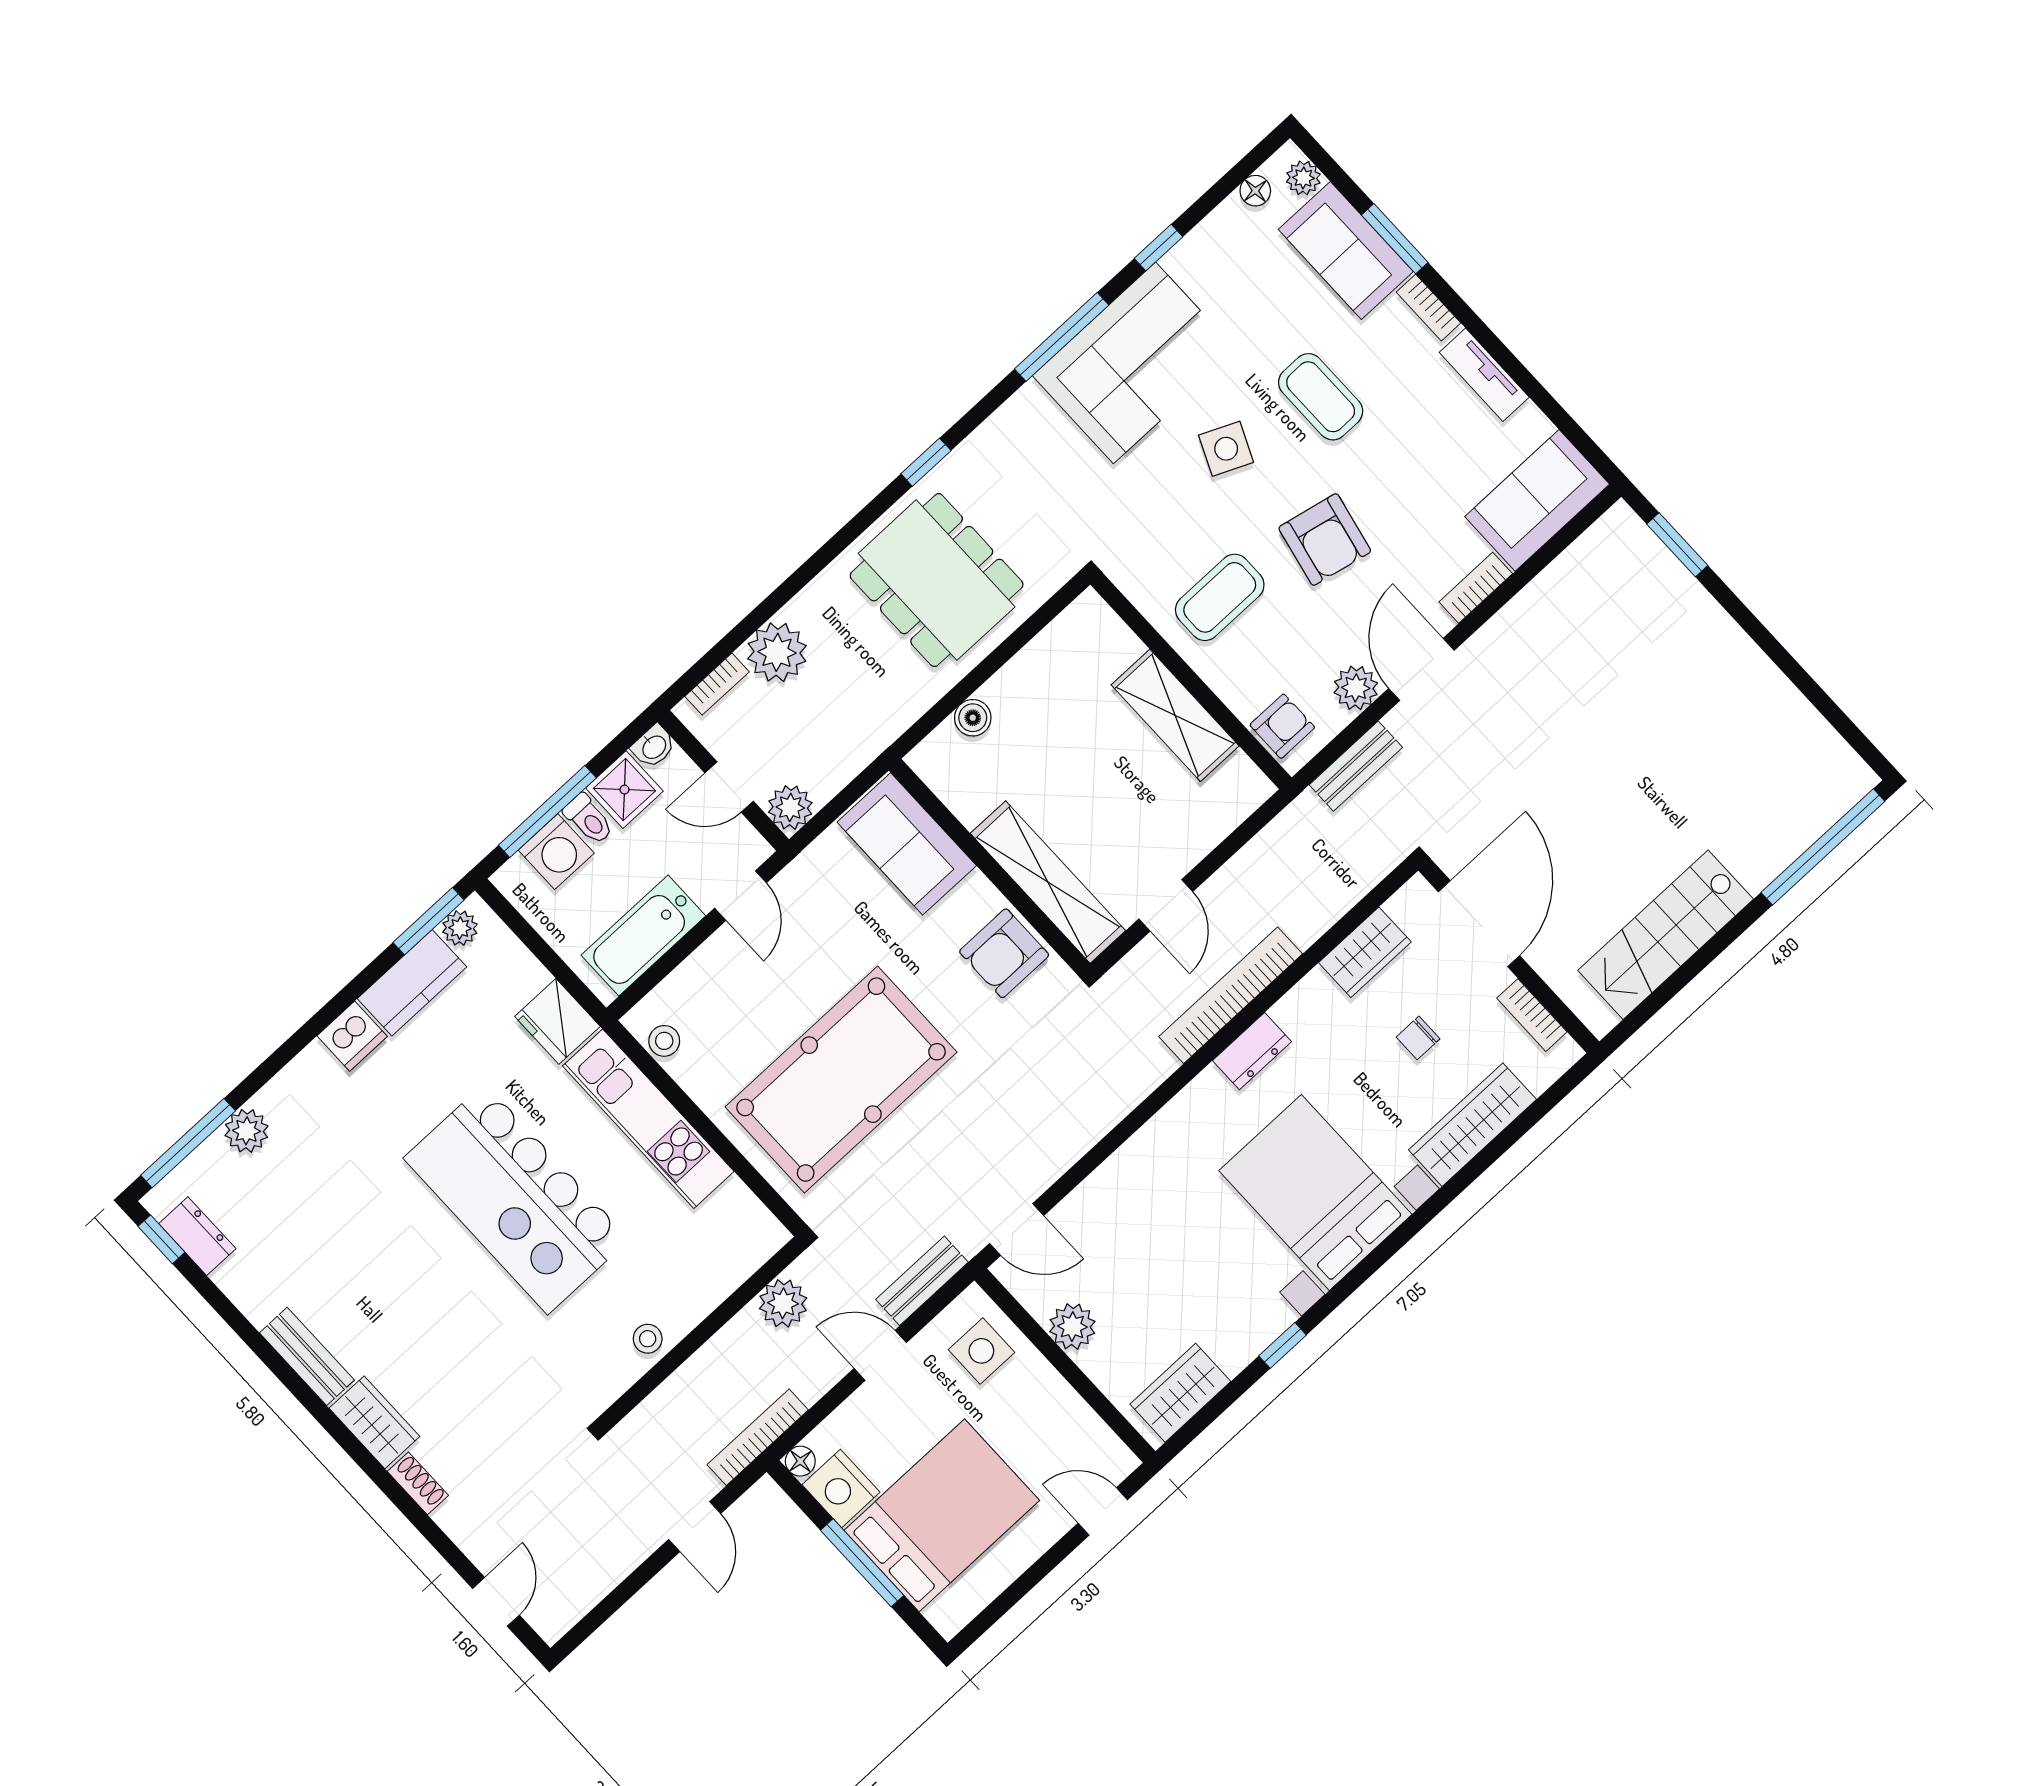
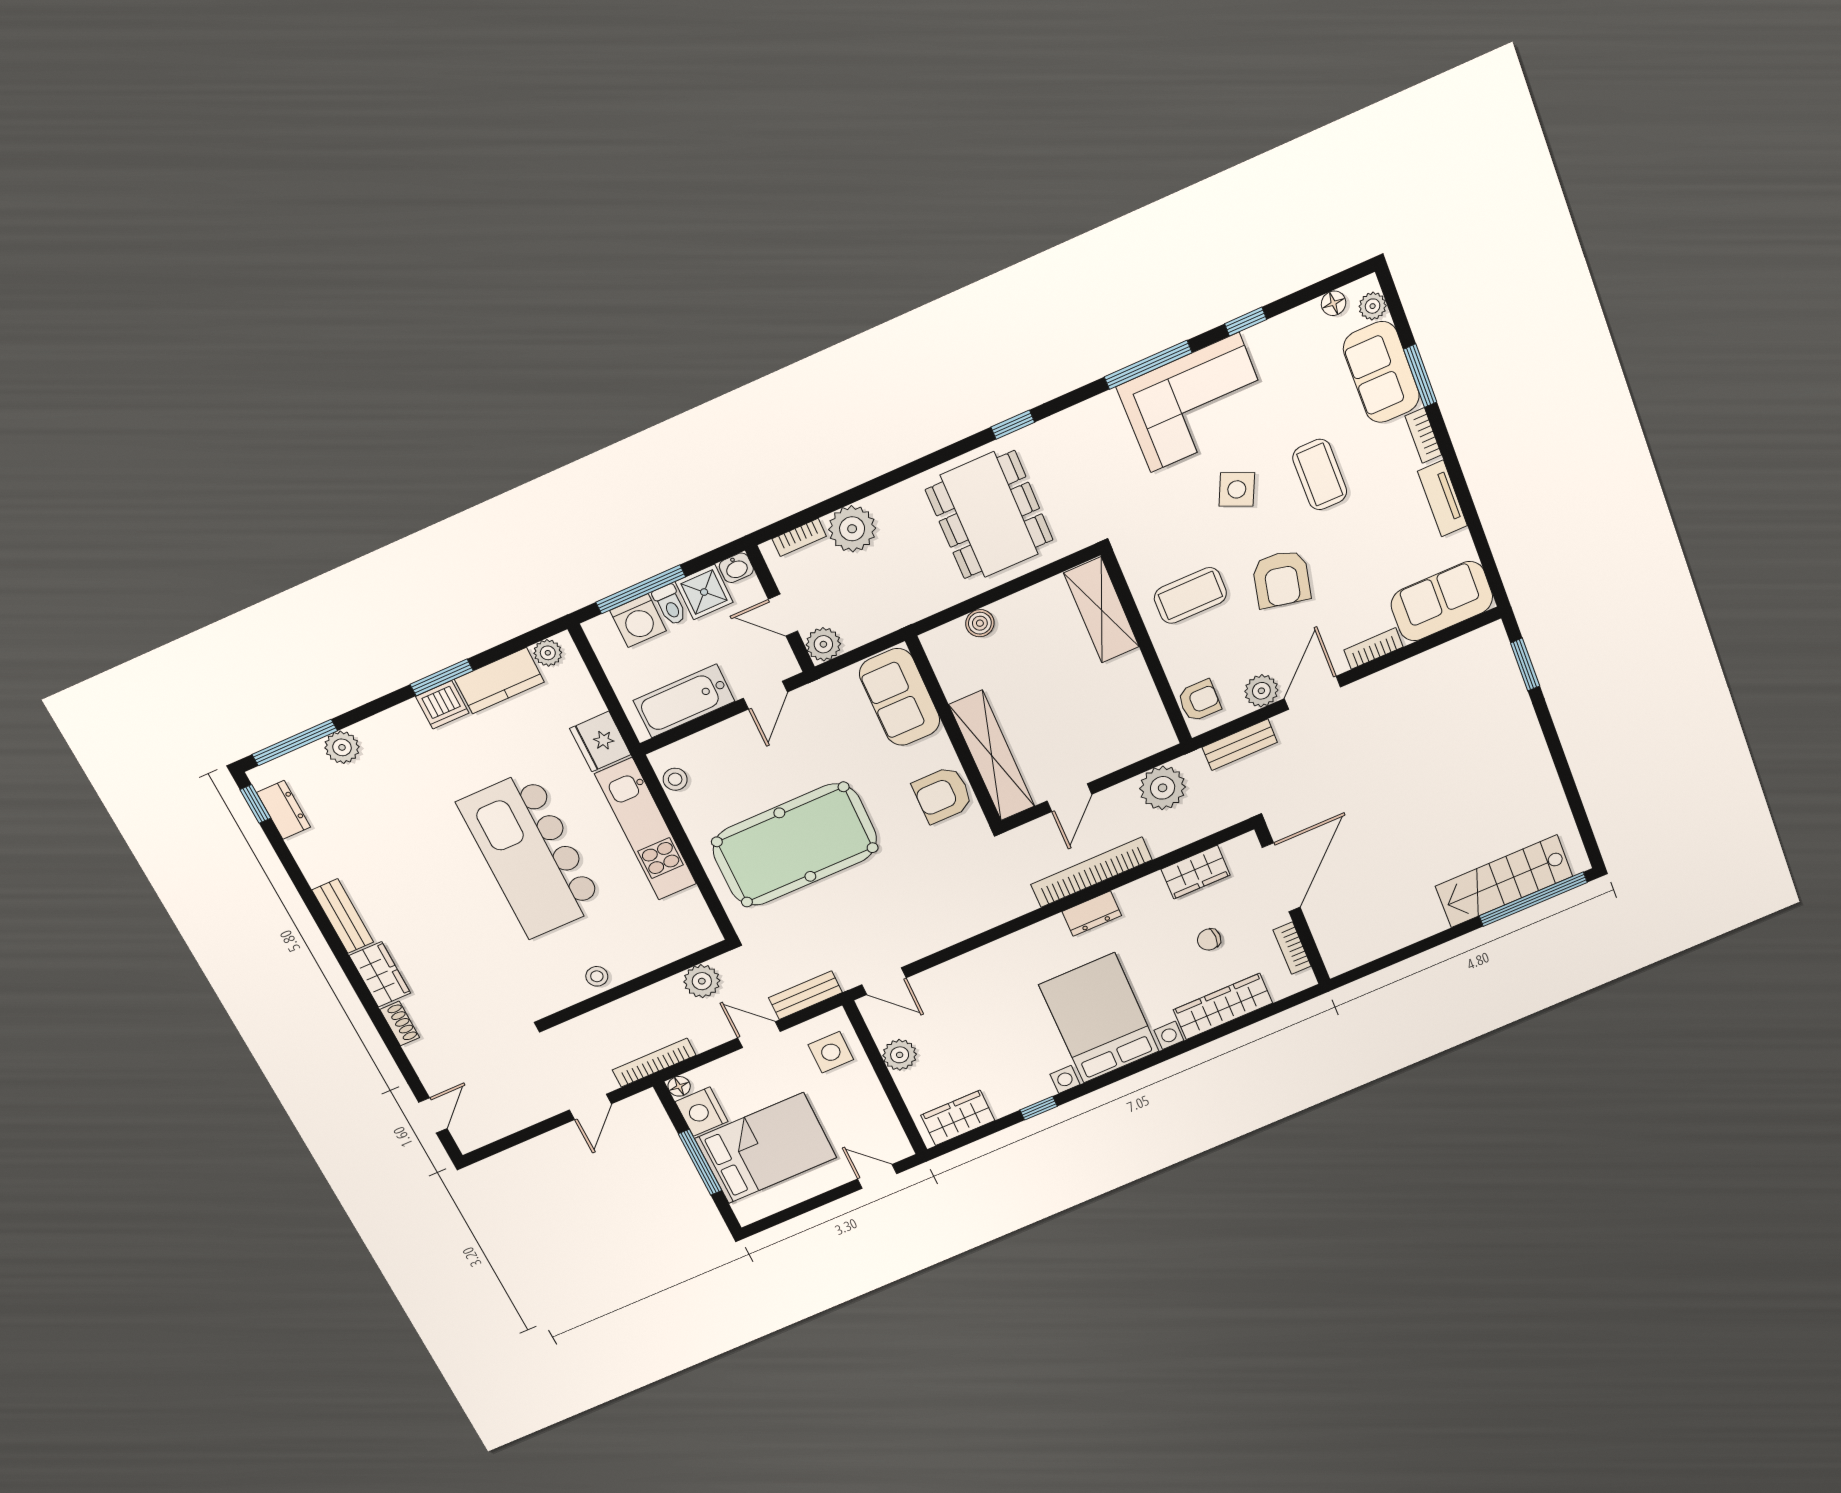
shelving: (1175, 715) -> (1101, 610), moved
plant: (1279, 854) -> (1163, 788), added
window: (429, 921) -> (442, 678), moved
stairs: (1666, 935) -> (1504, 881), moved

